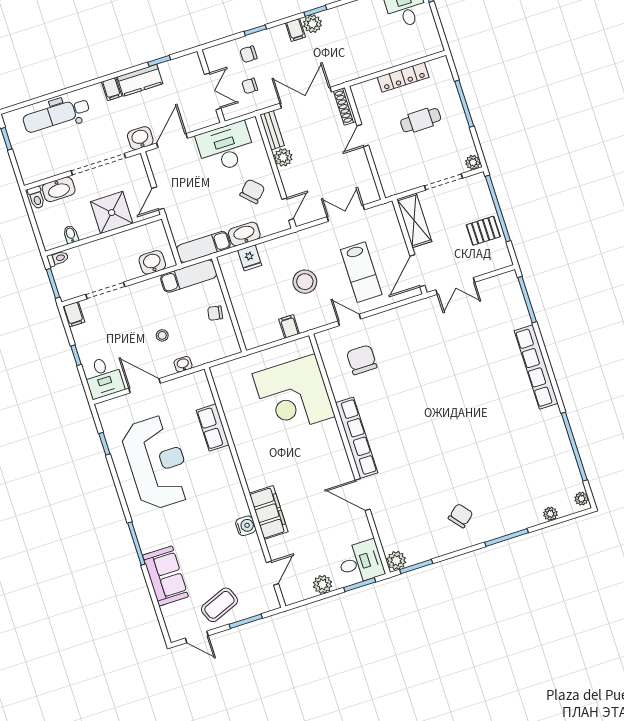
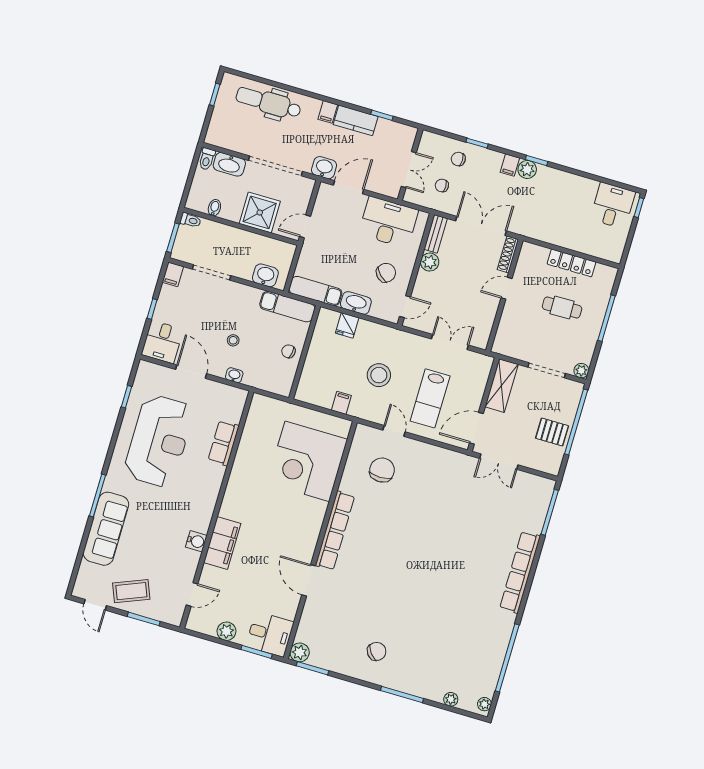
sofa: (165, 576) -> (106, 529), width x1.36

